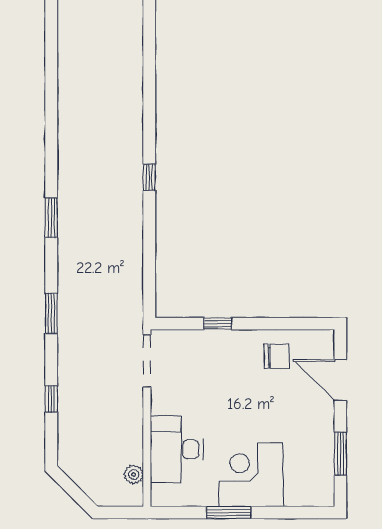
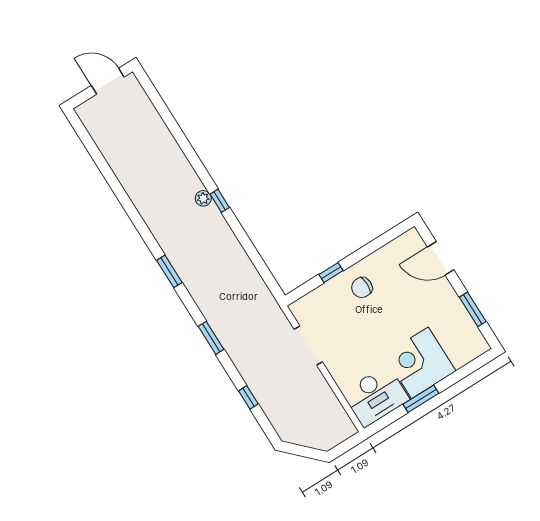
chair: (277, 356) -> (362, 287), moved, turned 180
doorway: (147, 361) -> (308, 346), moved
desk: (177, 449) -> (376, 396), moved, turned -90
plant: (134, 474) -> (203, 198), moved

